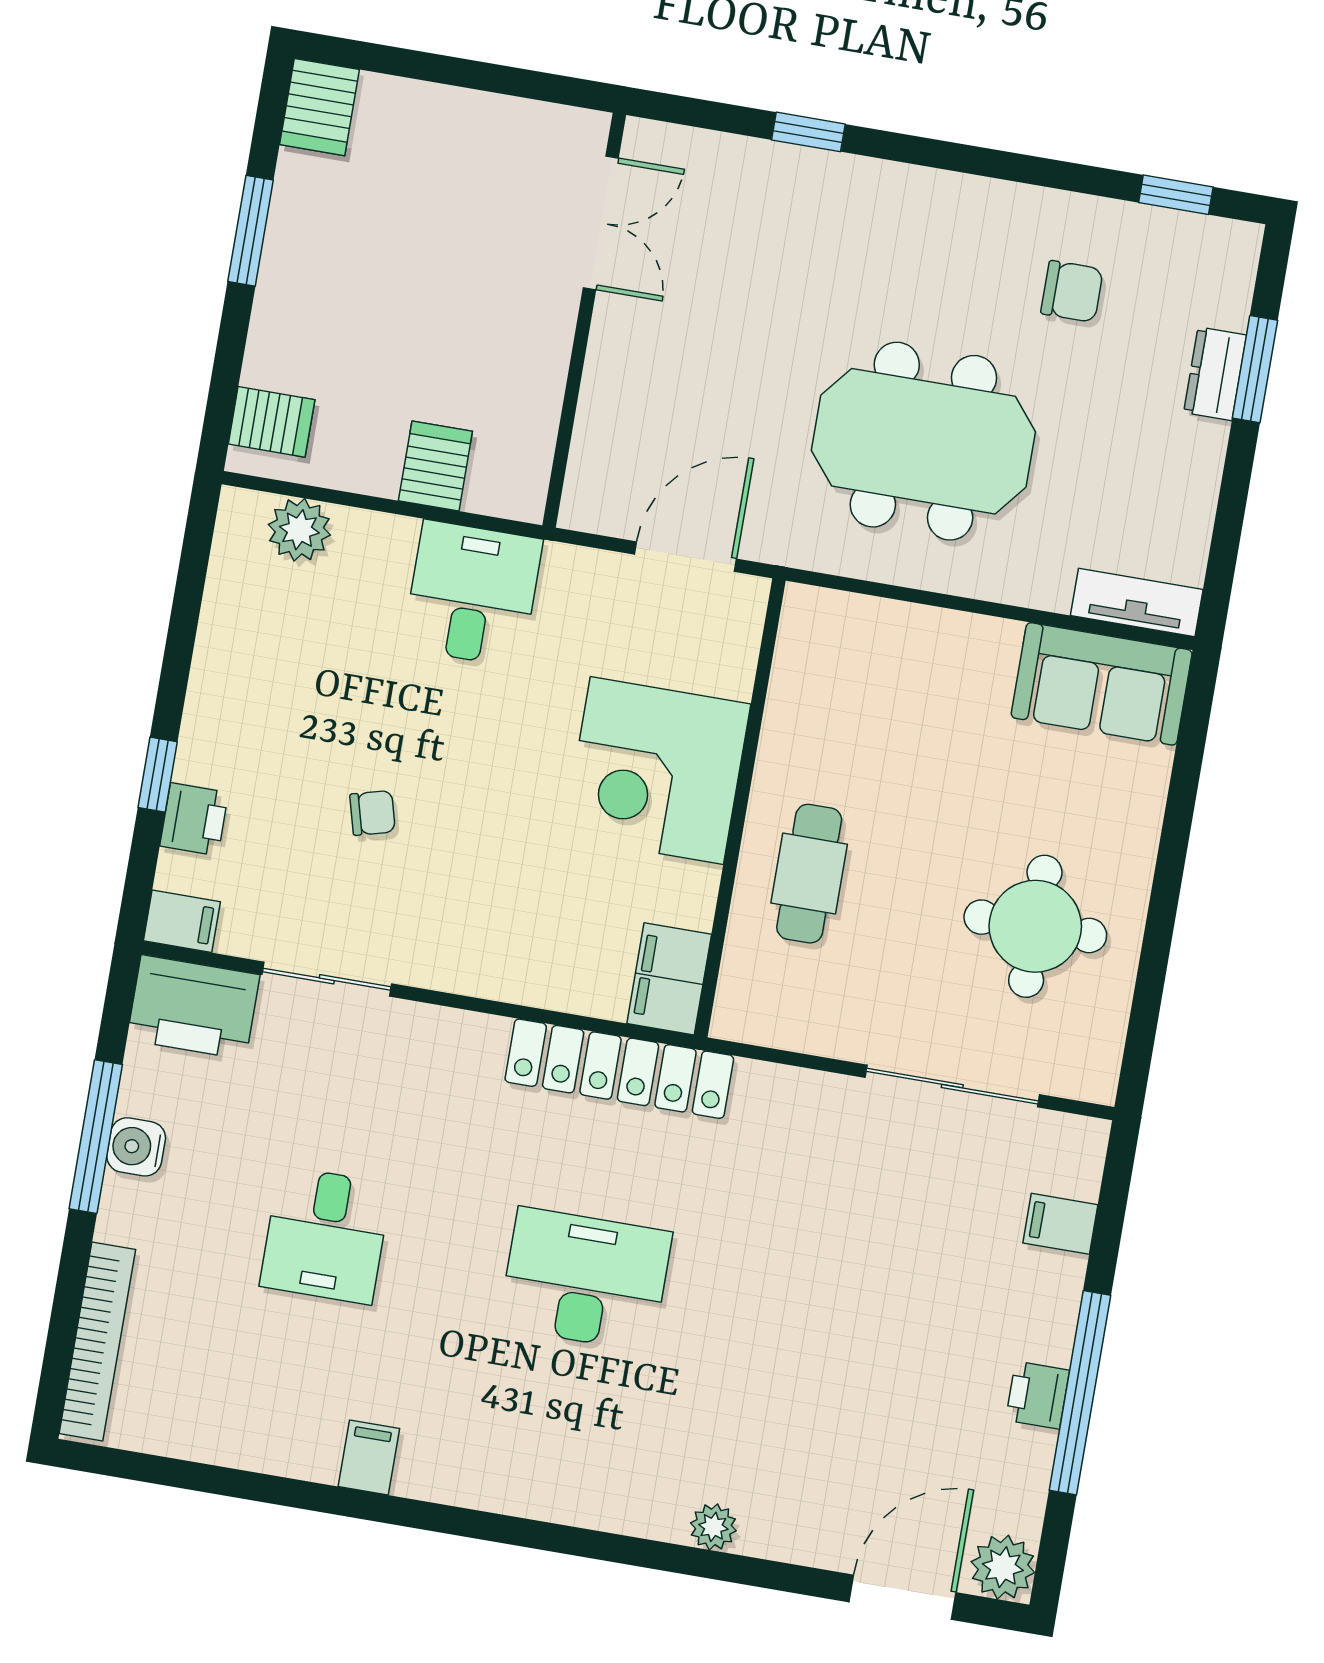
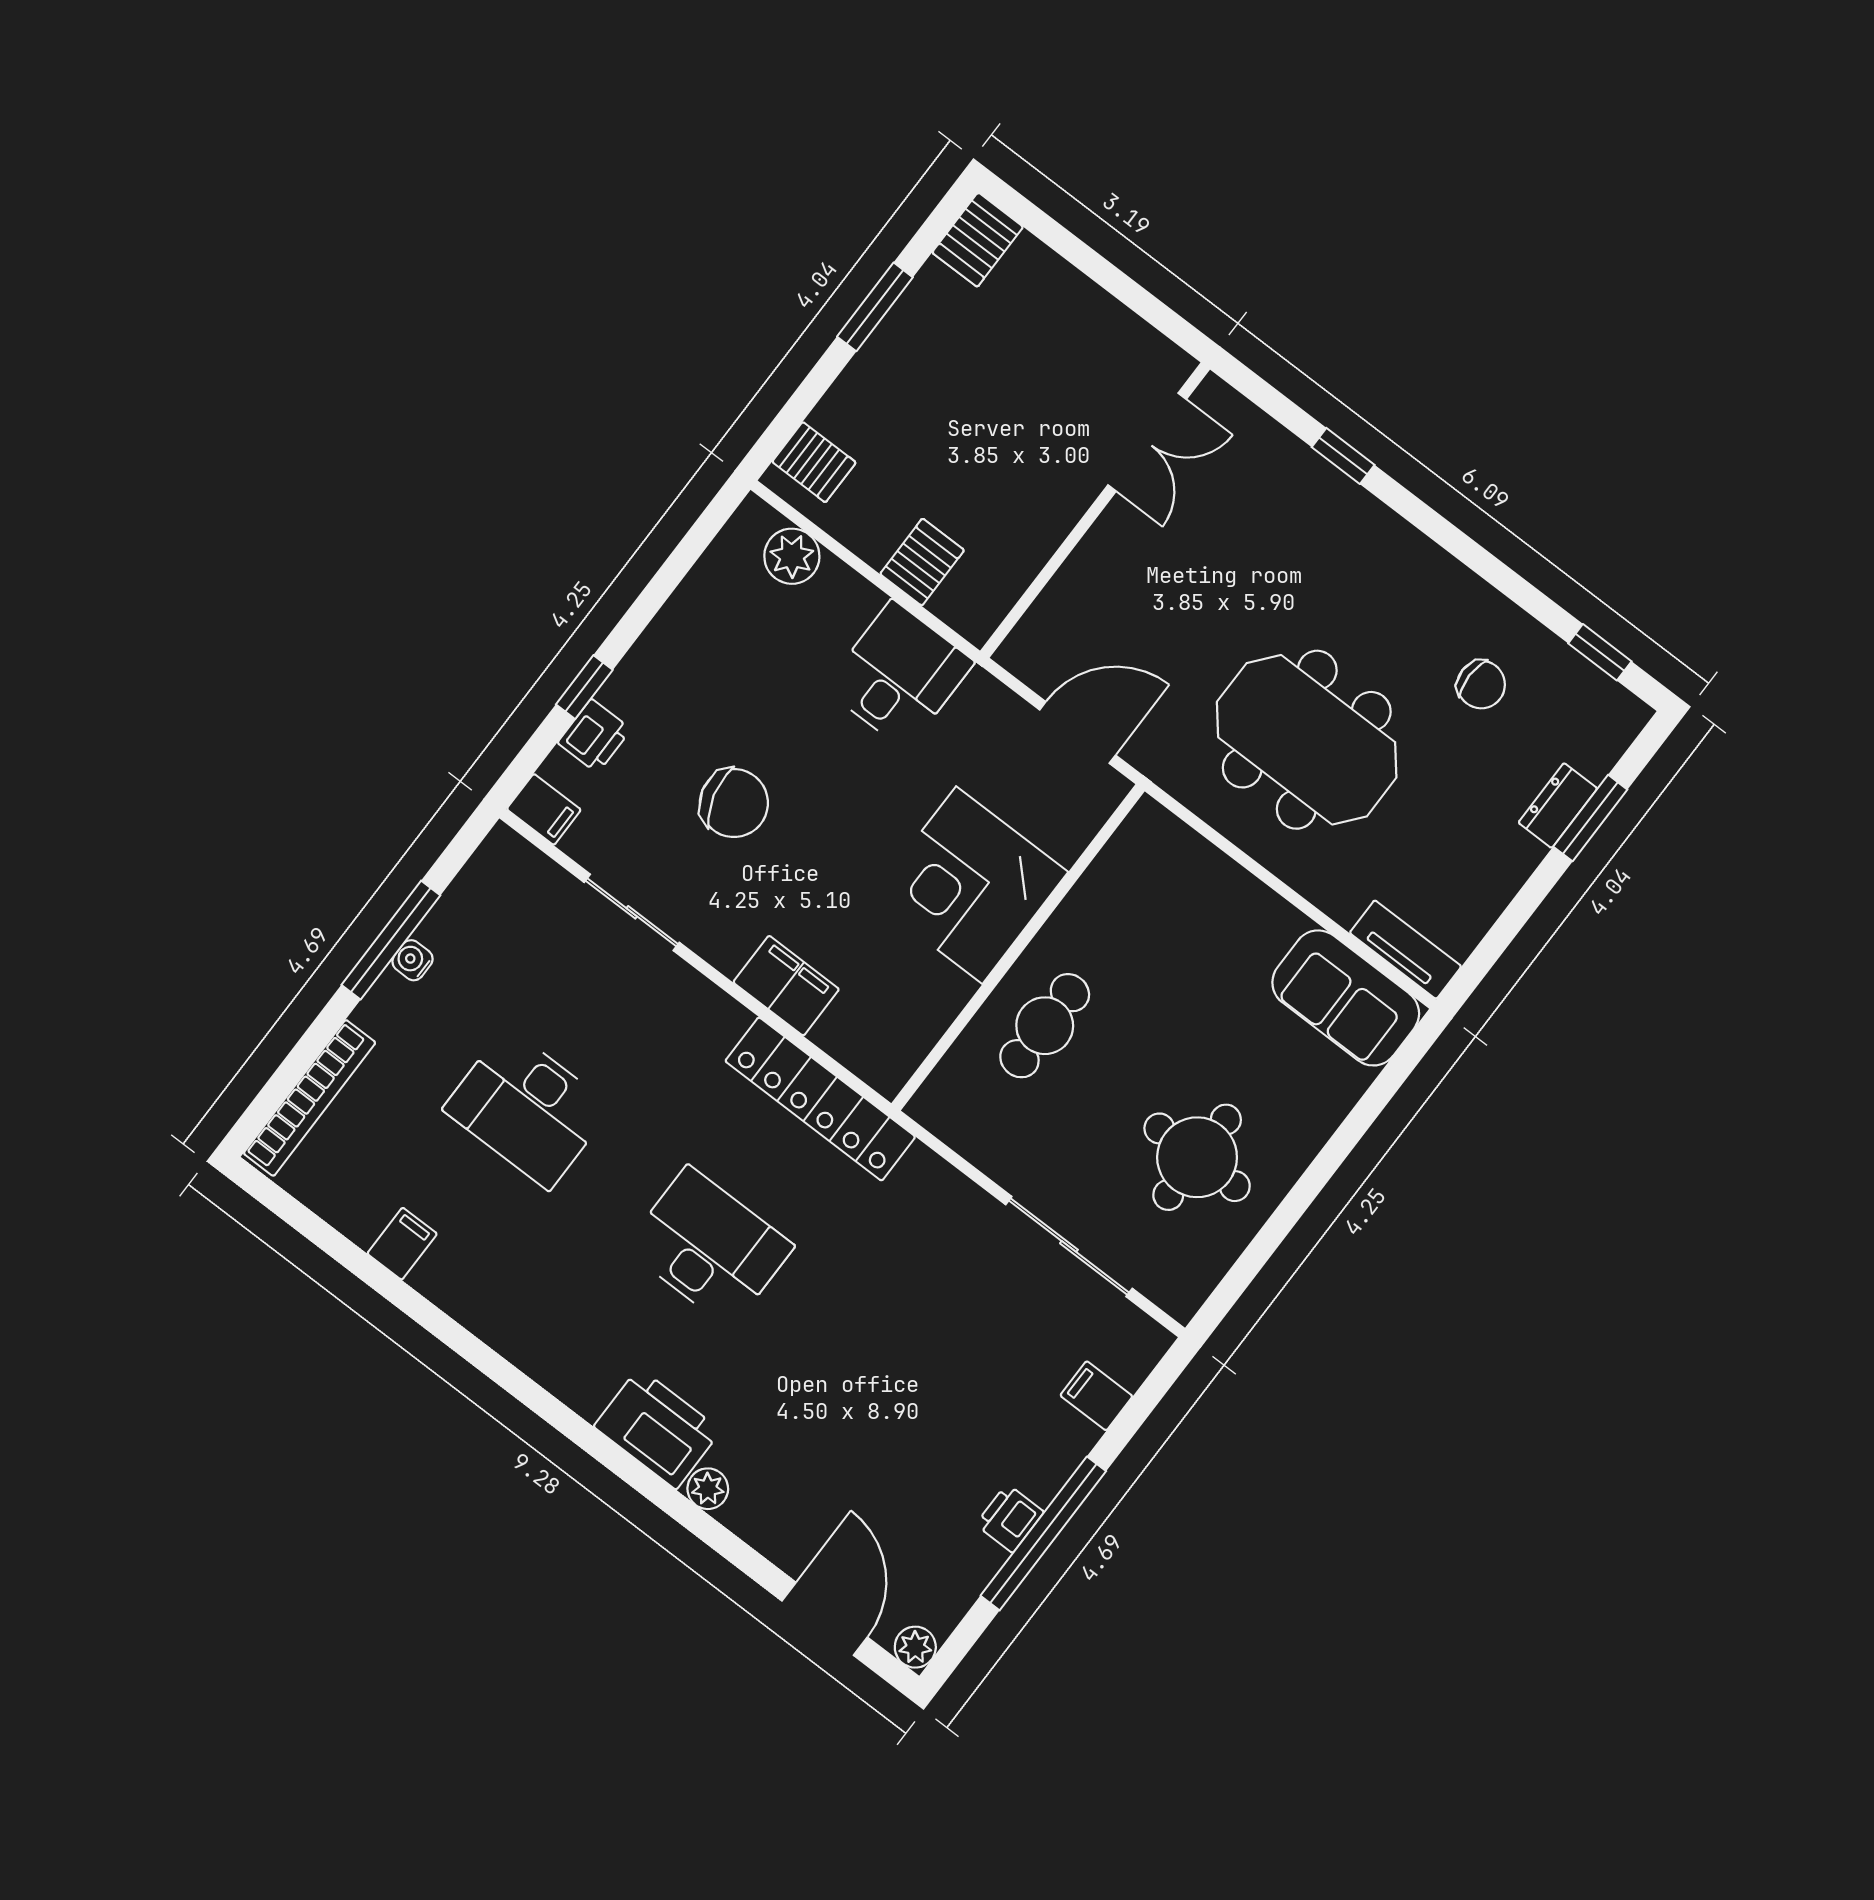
chair: (372, 813) -> (734, 803), width x1.87, depth x1.87
filing cabinet: (669, 979) -> (786, 986), moved, turned 90
printer: (193, 1007) -> (657, 1428), moved, turned 180
water cooler: (136, 1147) -> (412, 960), width x0.72, depth x0.72
desk: (326, 1235) -> (528, 1108), width x1.37
filing cabinet: (369, 1458) -> (402, 1244), moved
plant: (1003, 1567) -> (915, 1647), width x0.73, depth x0.73
door: (903, 1597) -> (825, 1619), hinge flipped

